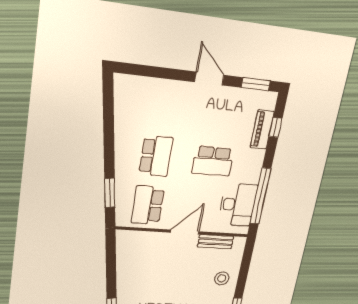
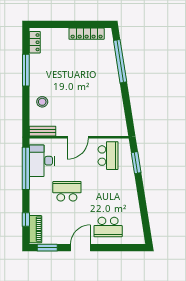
door: (209, 78) -> (81, 248), swing flipped
piano: (262, 129) -> (35, 229), moved
school desk: (156, 156) -> (108, 227), moved, turned -90
bench: (216, 242) -> (42, 131), moved

